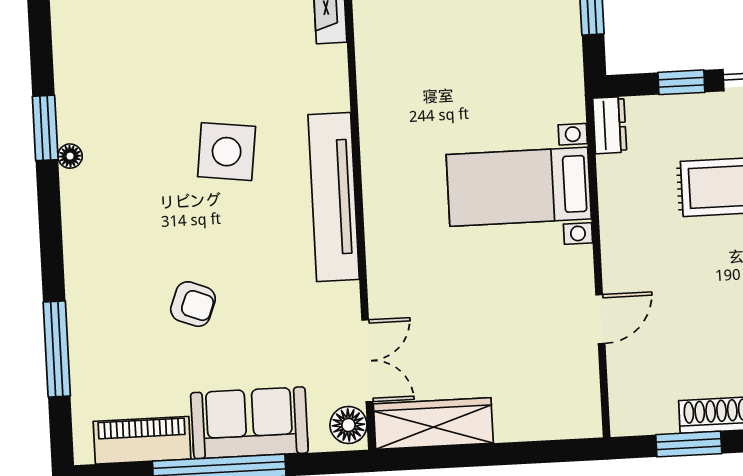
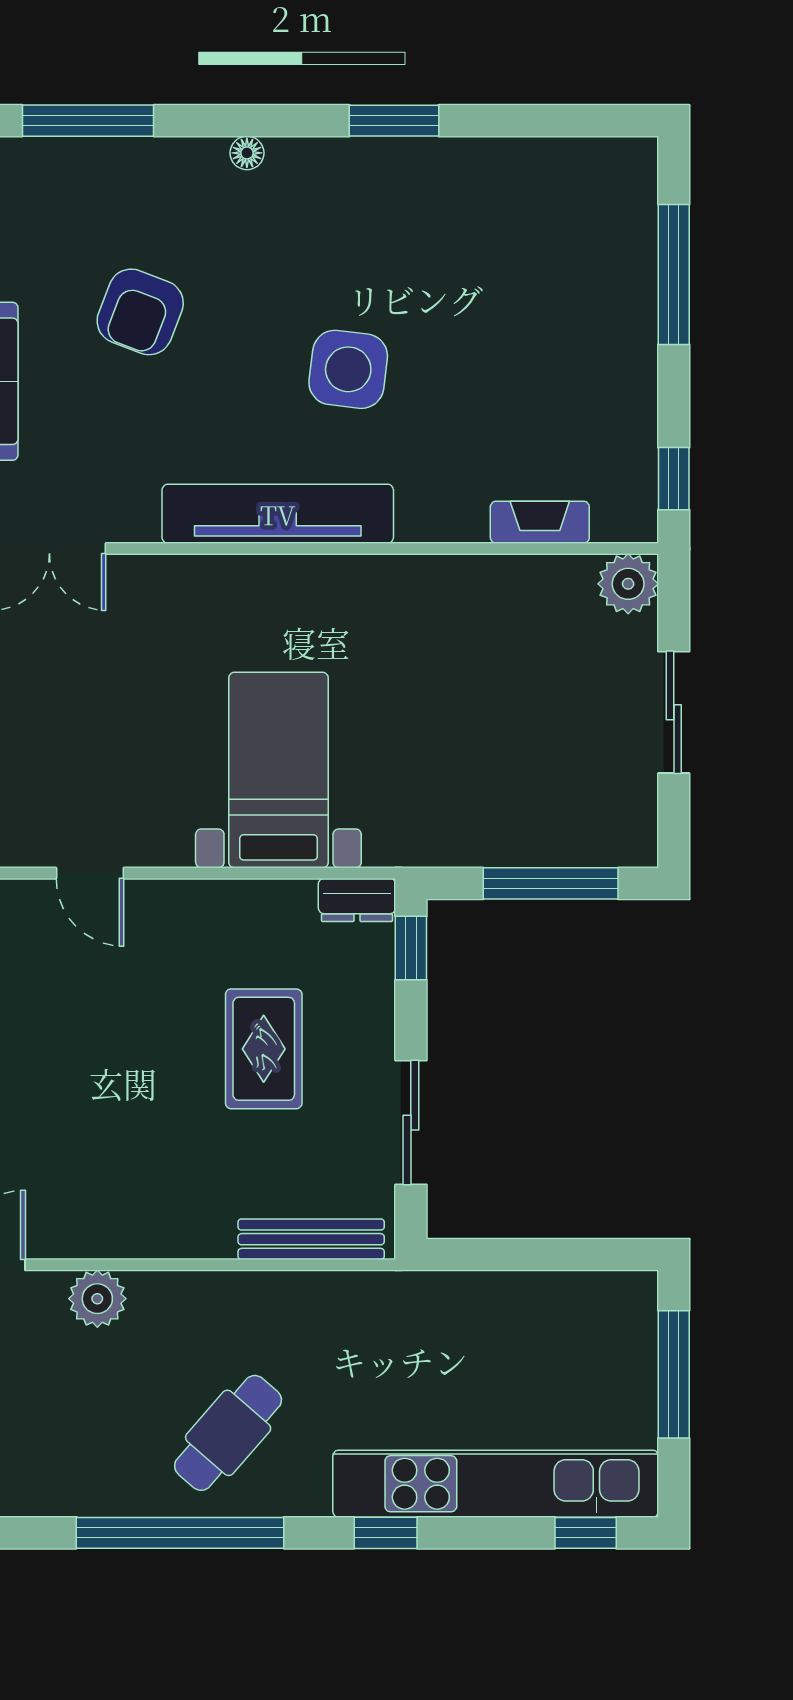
window: (681, 82) -> (411, 948), moved
floor lamp: (70, 156) -> (247, 153), moved
armchair: (193, 304) -> (140, 312), width x1.38, depth x1.38

